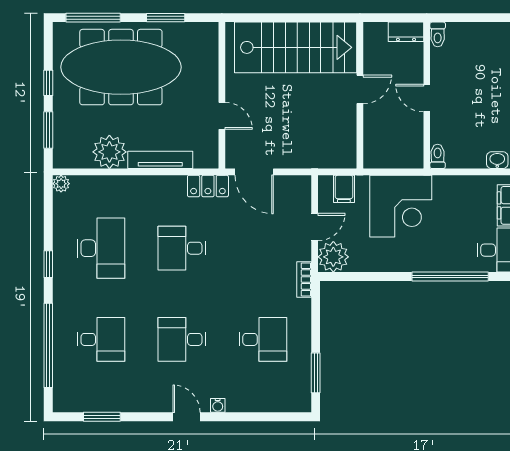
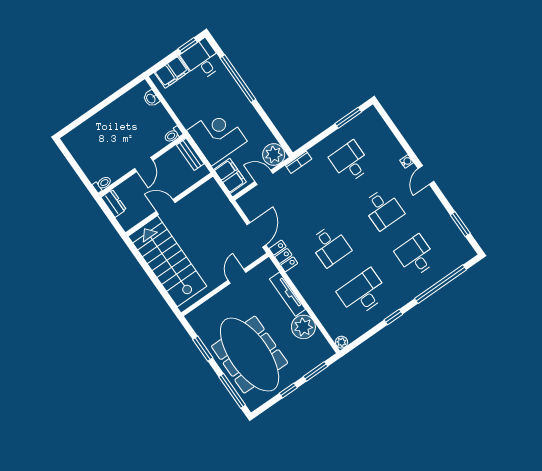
bench: (401, 160) -> (190, 154), added
filing cabinet: (344, 189) -> (230, 176), width x2.00

